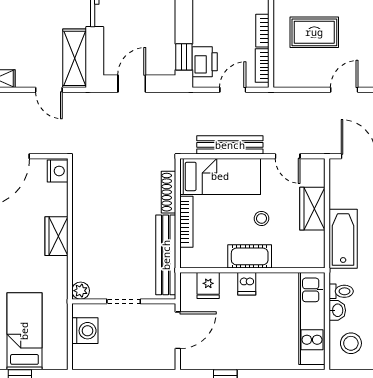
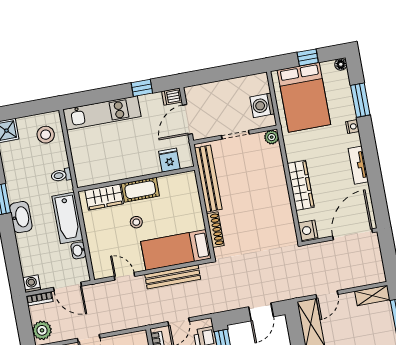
door: (49, 90) -> (327, 294), swing flipped
wardrobe: (312, 209) -> (104, 197), moved, turned 90
bookcase: (186, 222) -> (197, 208), removed
wardrobe: (56, 236) -> (301, 185), width x1.50
dishwasher: (247, 284) -> (172, 97), moved, turned -90
washbasin: (337, 310) -> (78, 250), moved
kitchen unit: (312, 319) -> (102, 113), moved, turned 90
bed: (24, 331) -> (304, 97), width x1.50

